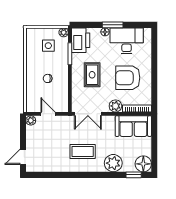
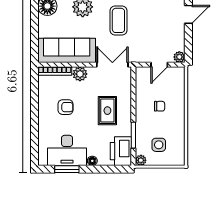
window: (113, 25) -> (67, 169), moved
armchair: (128, 78) -> (66, 107), width x0.53, depth x0.53
door: (48, 114) -> (159, 65), hinge flipped
sofa: (133, 126) -> (67, 50), width x1.36
coffee table: (83, 152) -> (118, 20), turned 90

